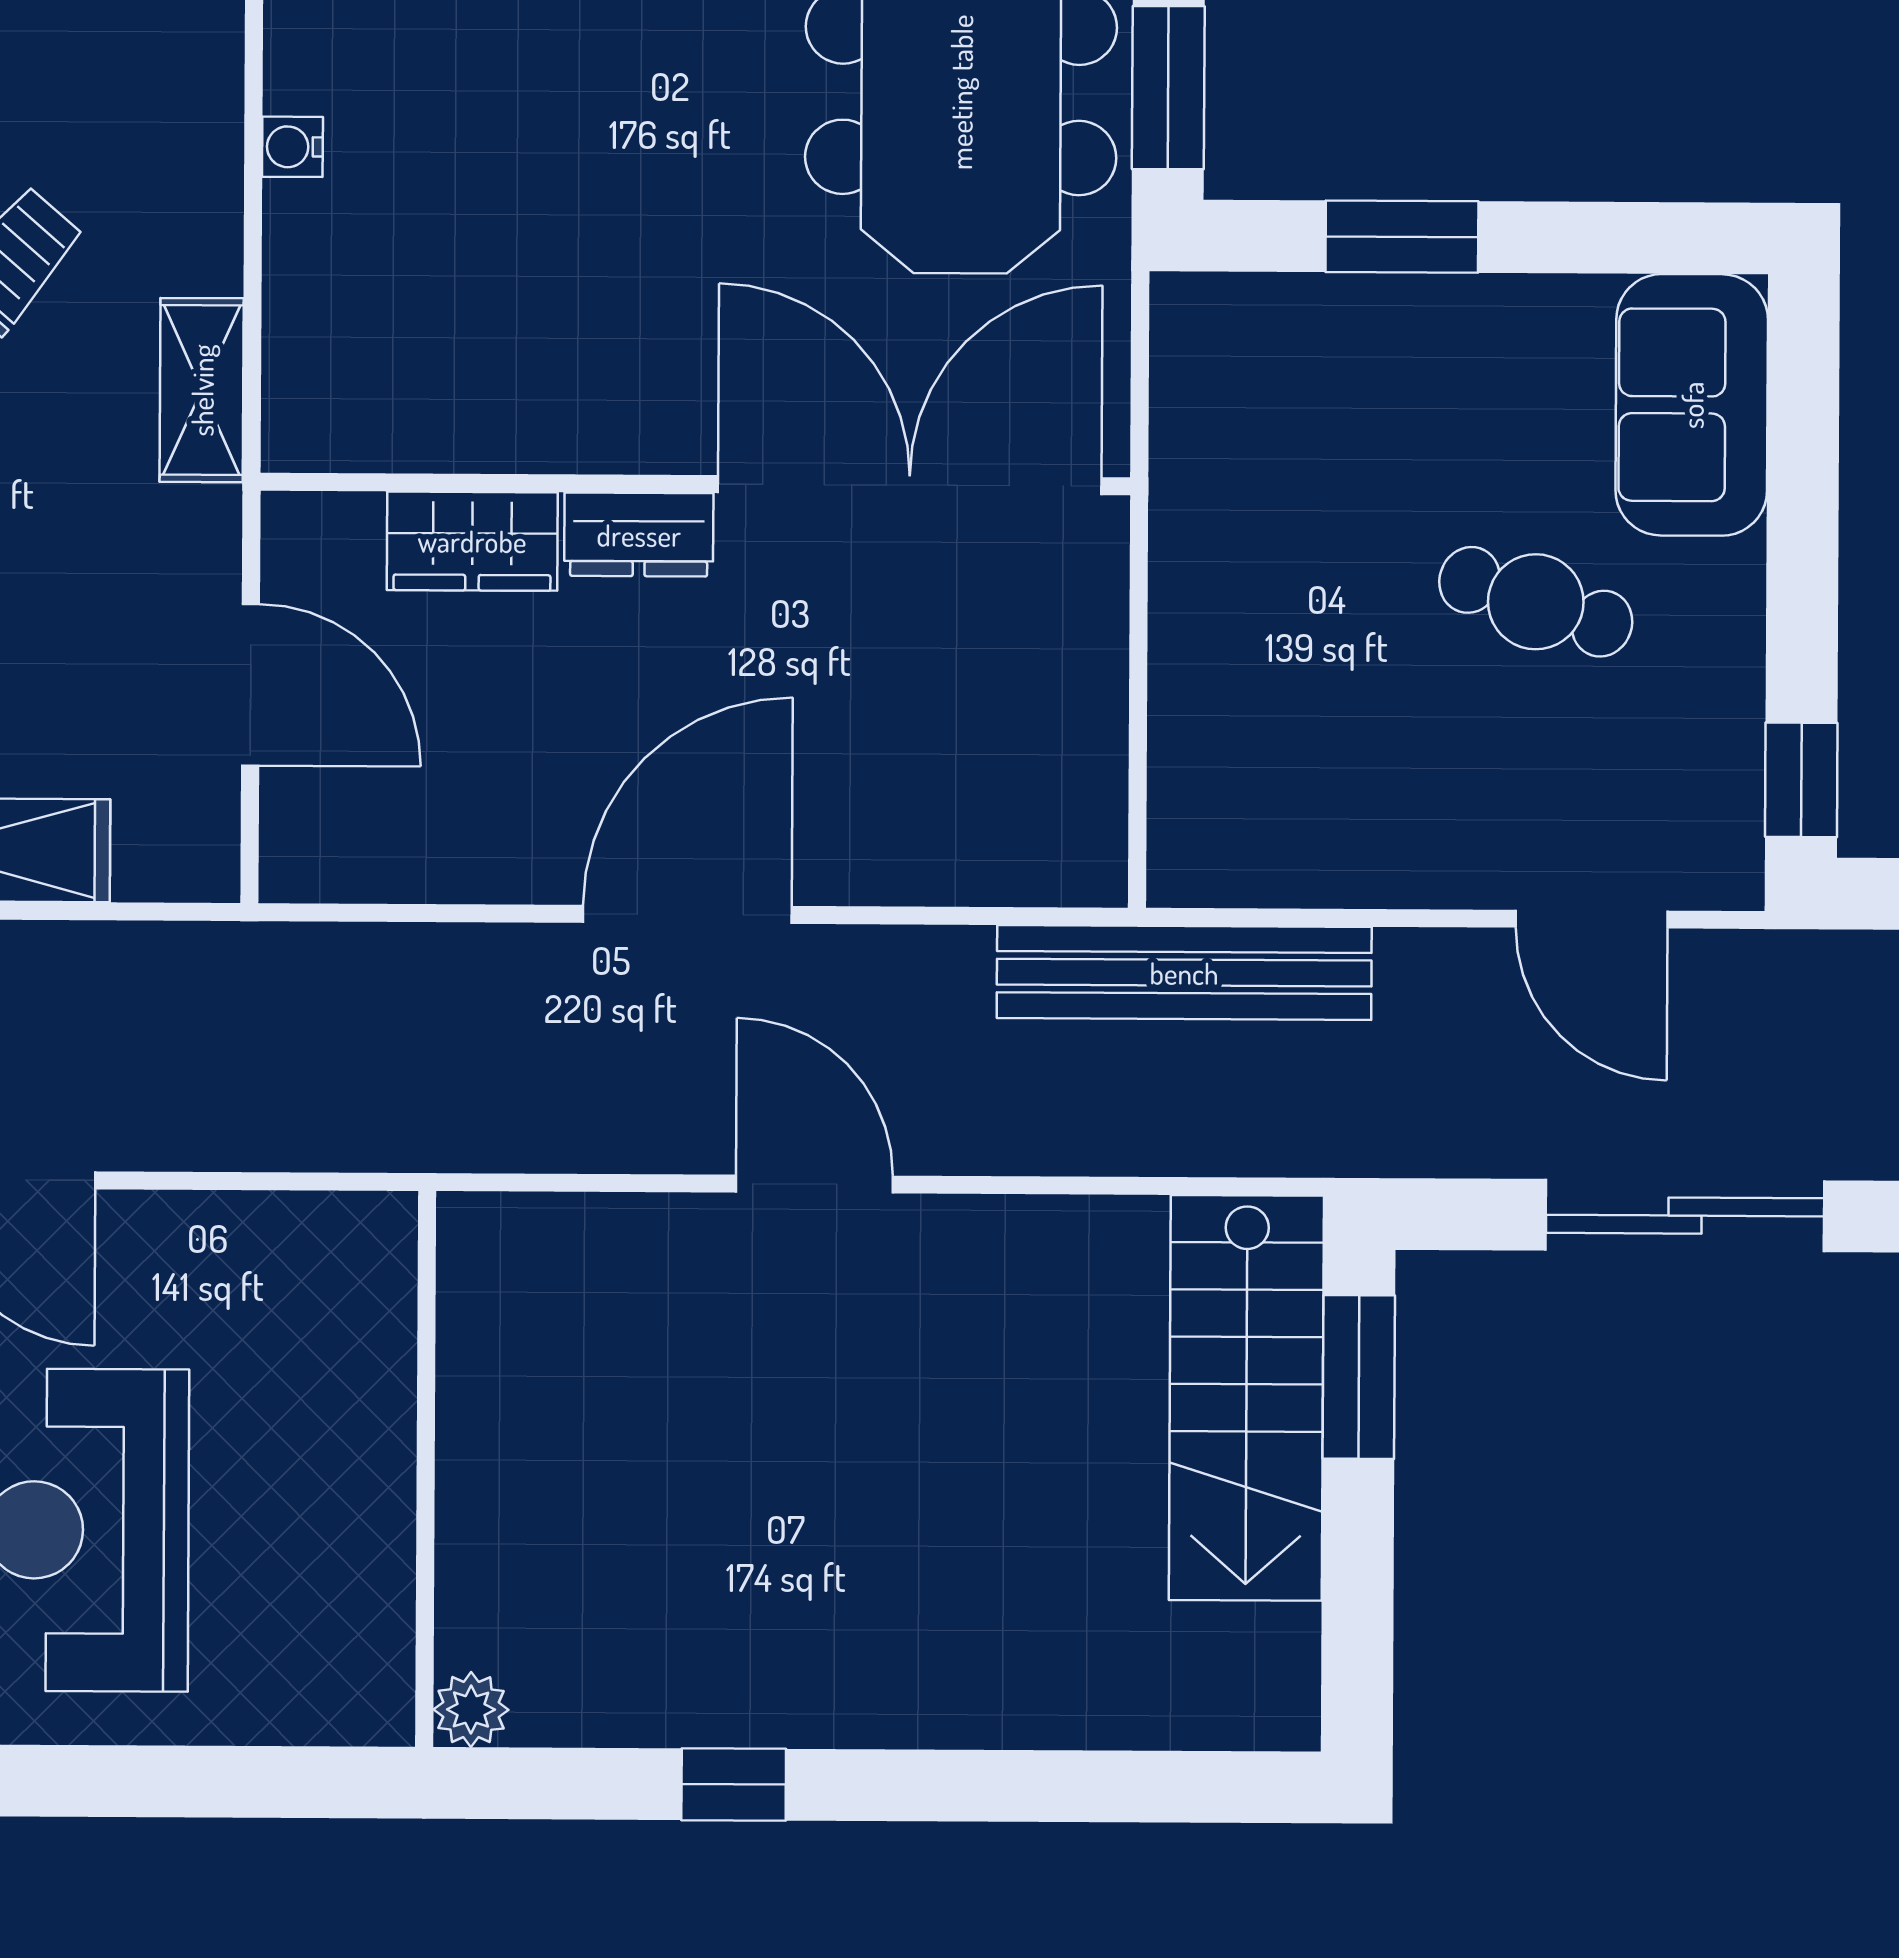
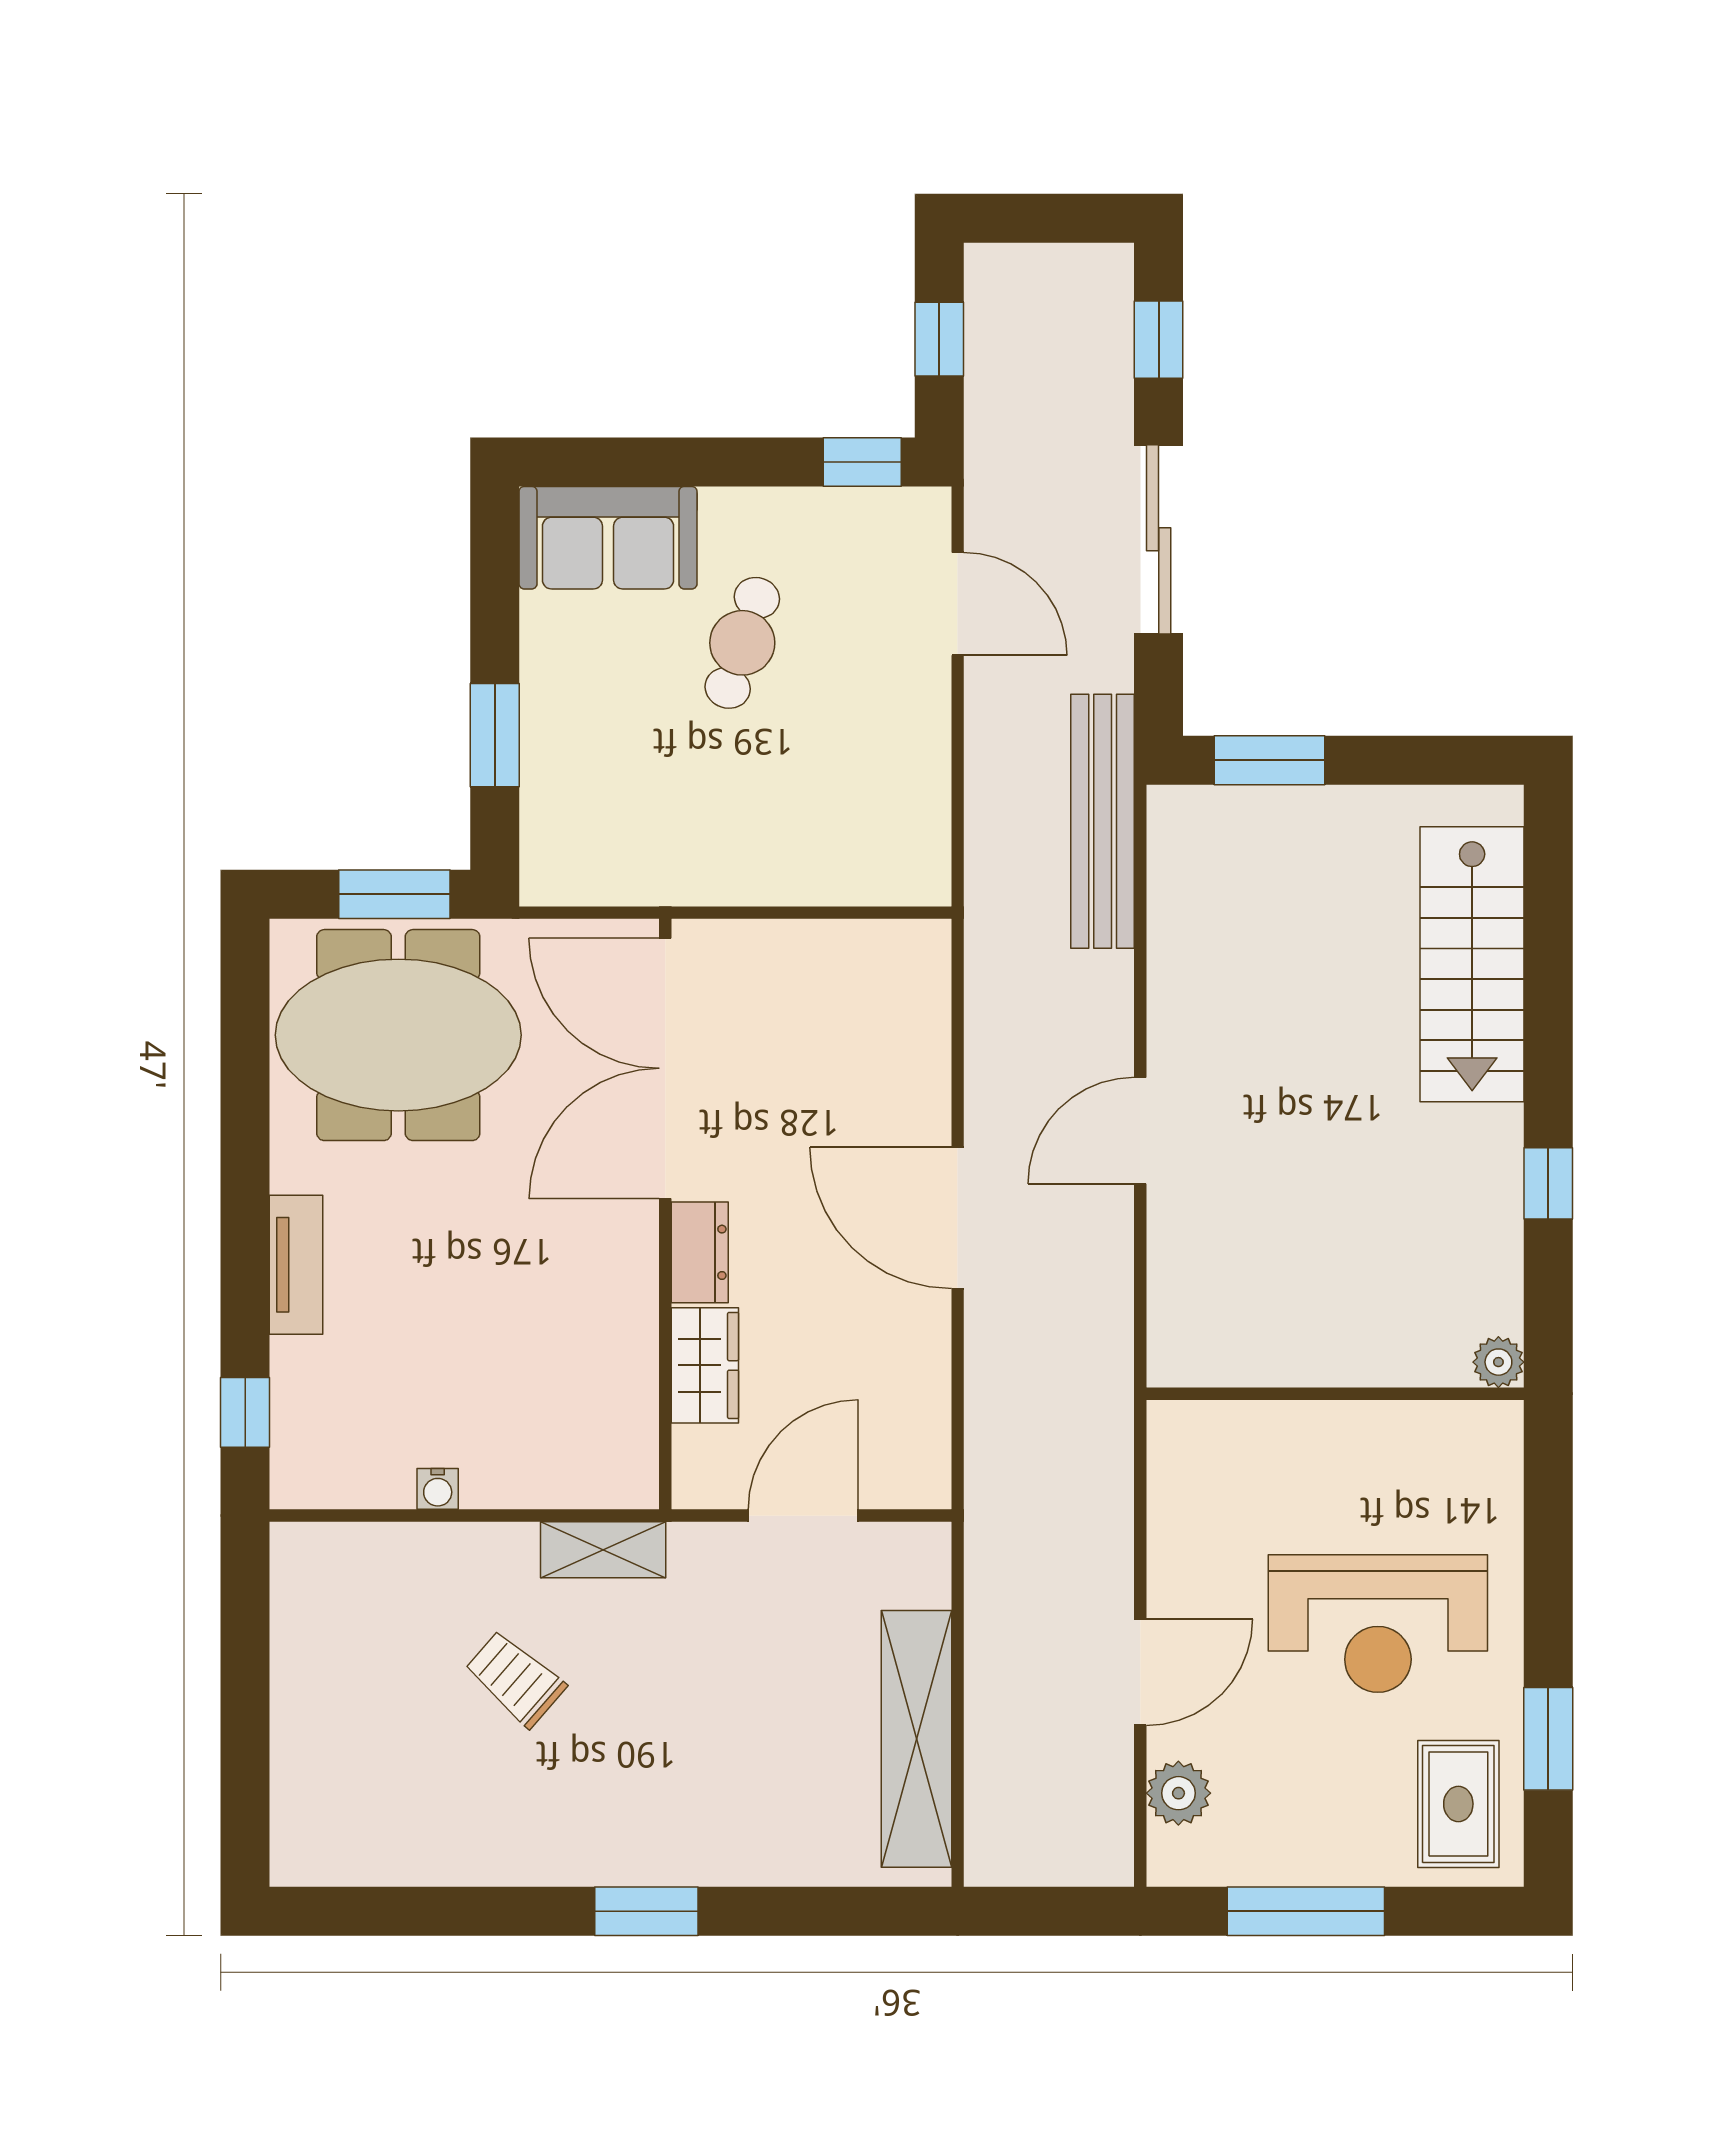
door: (1592, 919) -> (958, 604), hinge flipped
bench: (1184, 973) -> (1103, 821), moved
stairs: (1246, 1398) -> (1472, 964), moved, turned 90

